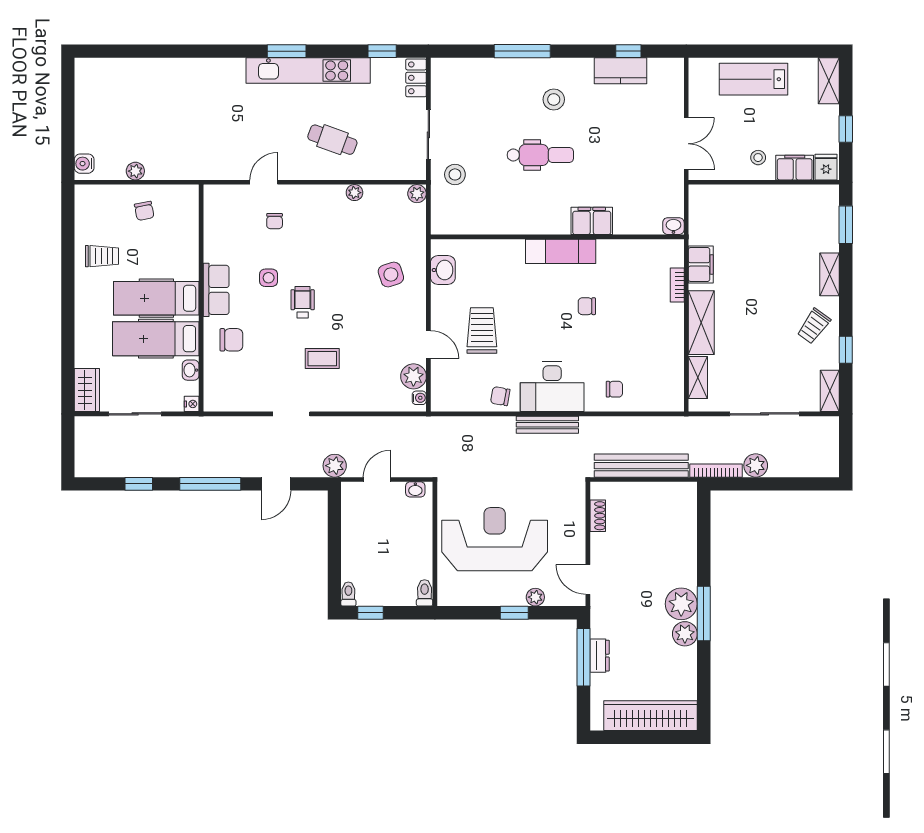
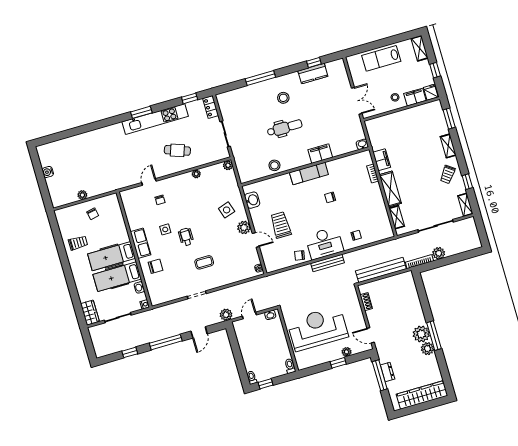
water cooler: (84, 164) -> (48, 172), moved
stool: (455, 174) -> (274, 165), moved
plant: (413, 376) -> (244, 227), moved

